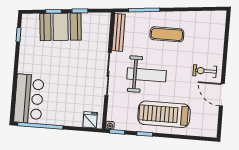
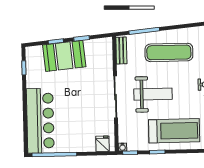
bench: (119, 32) -> (121, 51), width x0.73
exercise mat: (167, 34) -> (169, 52), width x1.36, depth x1.45
bar counter: (29, 99) -> (40, 121), width x1.36
treadmill: (164, 114) -> (174, 131), turned 180

